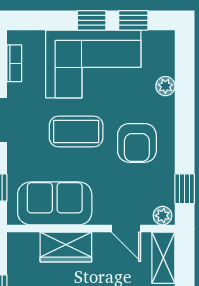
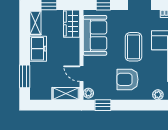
door: (126, 229) -> (81, 74), hinge flipped
wardrobe: (66, 247) -> (72, 24), moved

